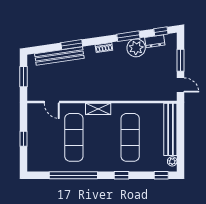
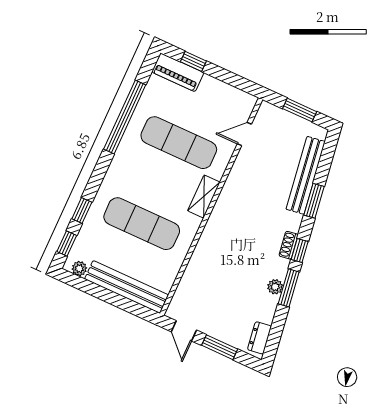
window: (161, 31) -> (300, 250), moved
dresser: (155, 41) -> (260, 338), moved
plant: (136, 48) -> (275, 287), width x0.53, depth x0.53
door: (181, 85) -> (184, 331), hinge flipped
window: (23, 139) -> (193, 61), moved
piano: (34, 156) -> (178, 72), added
window: (122, 175) -> (82, 211), moved

